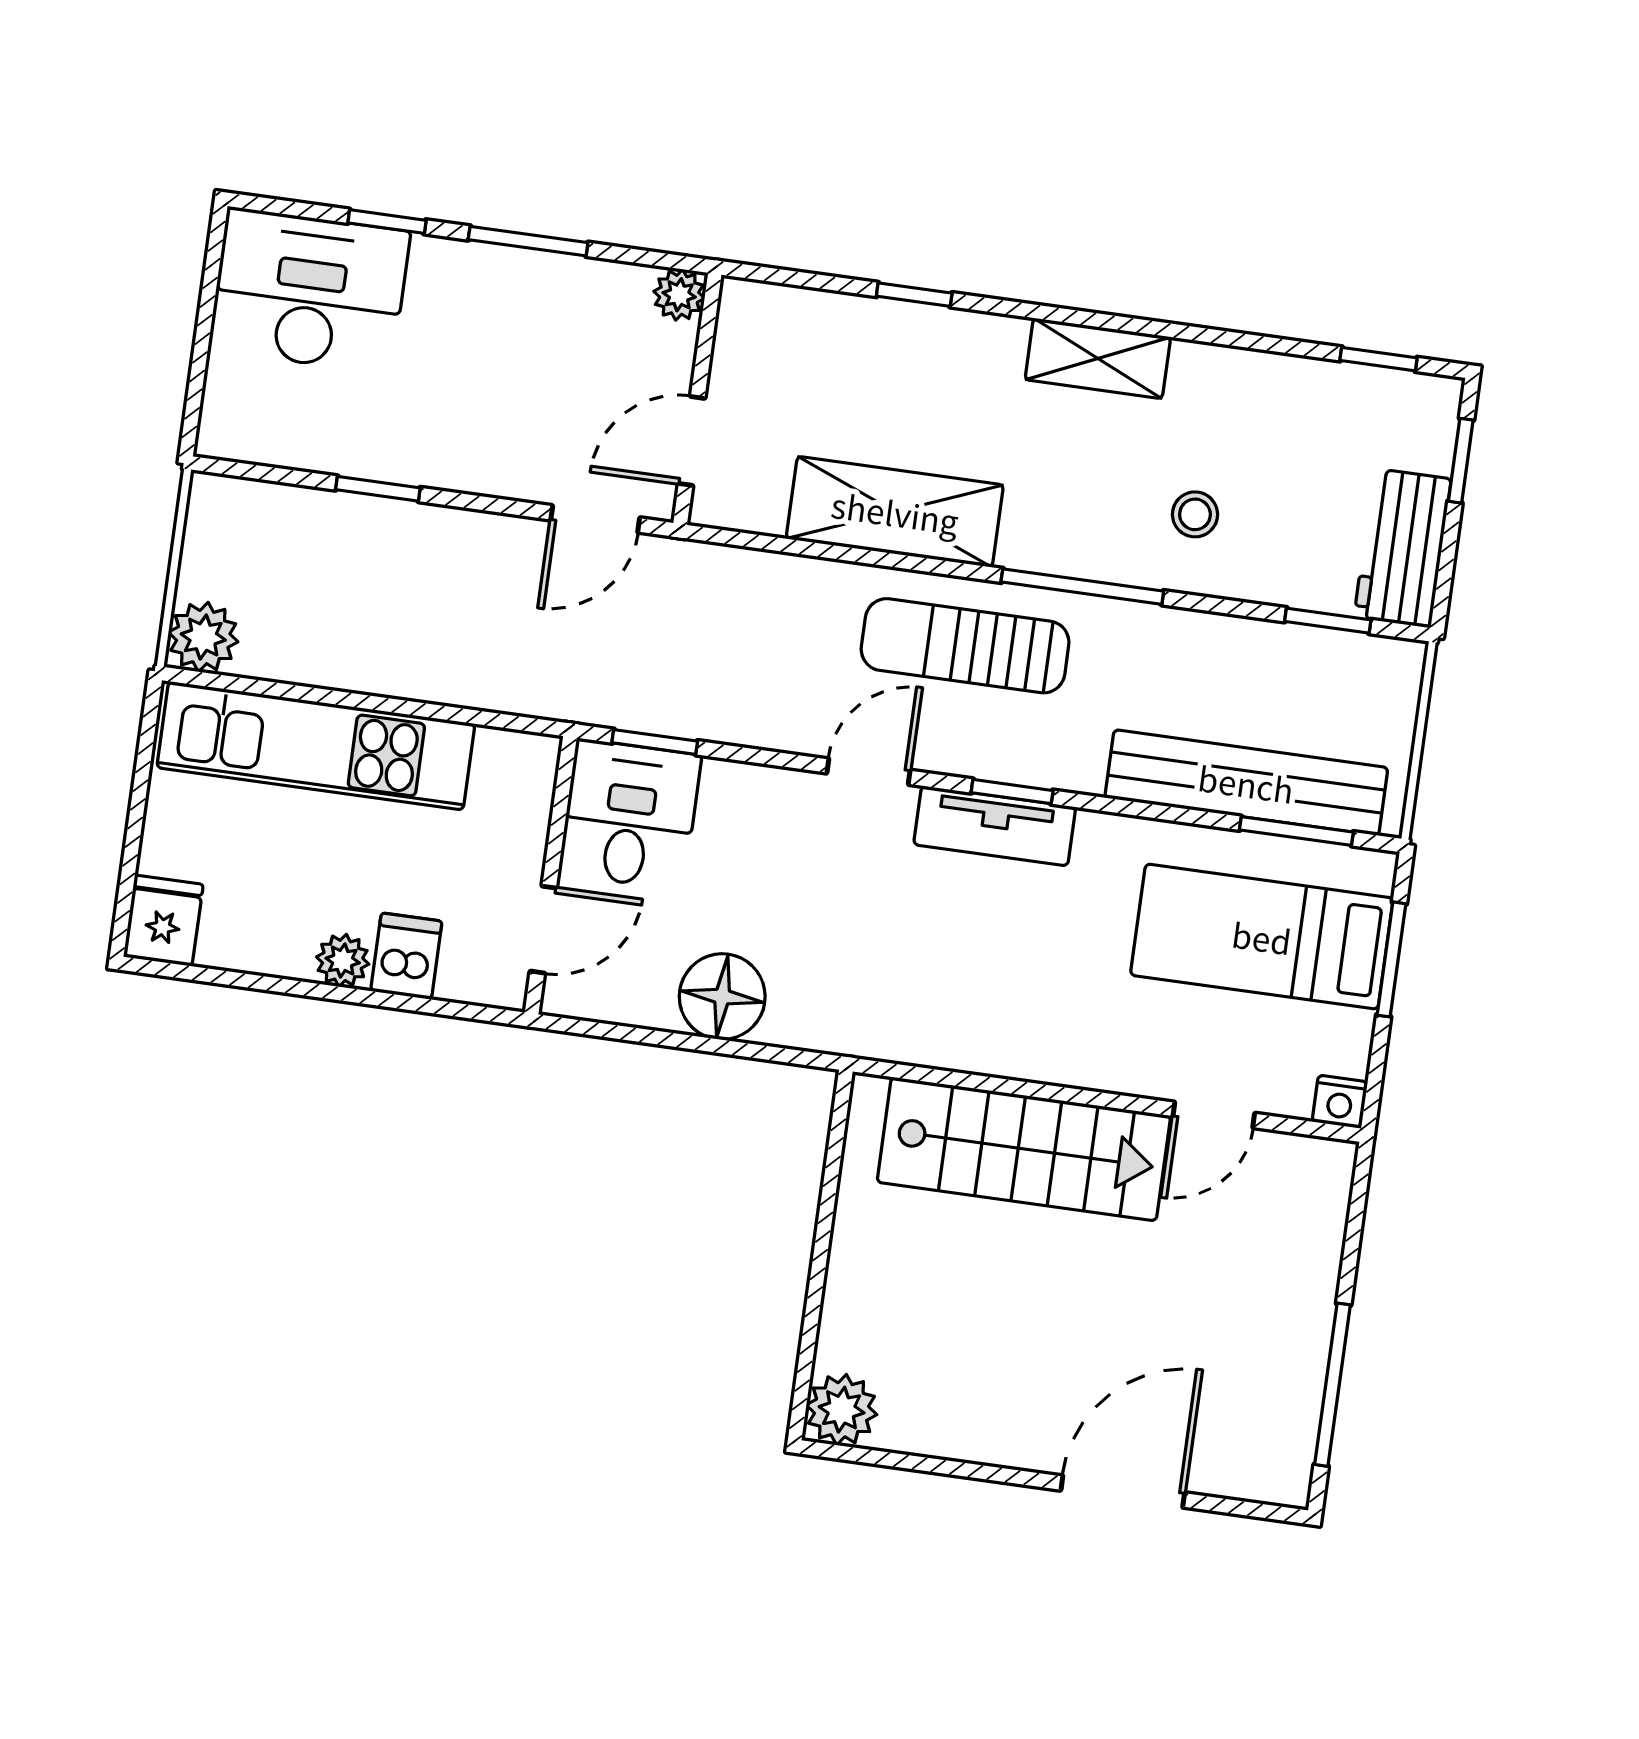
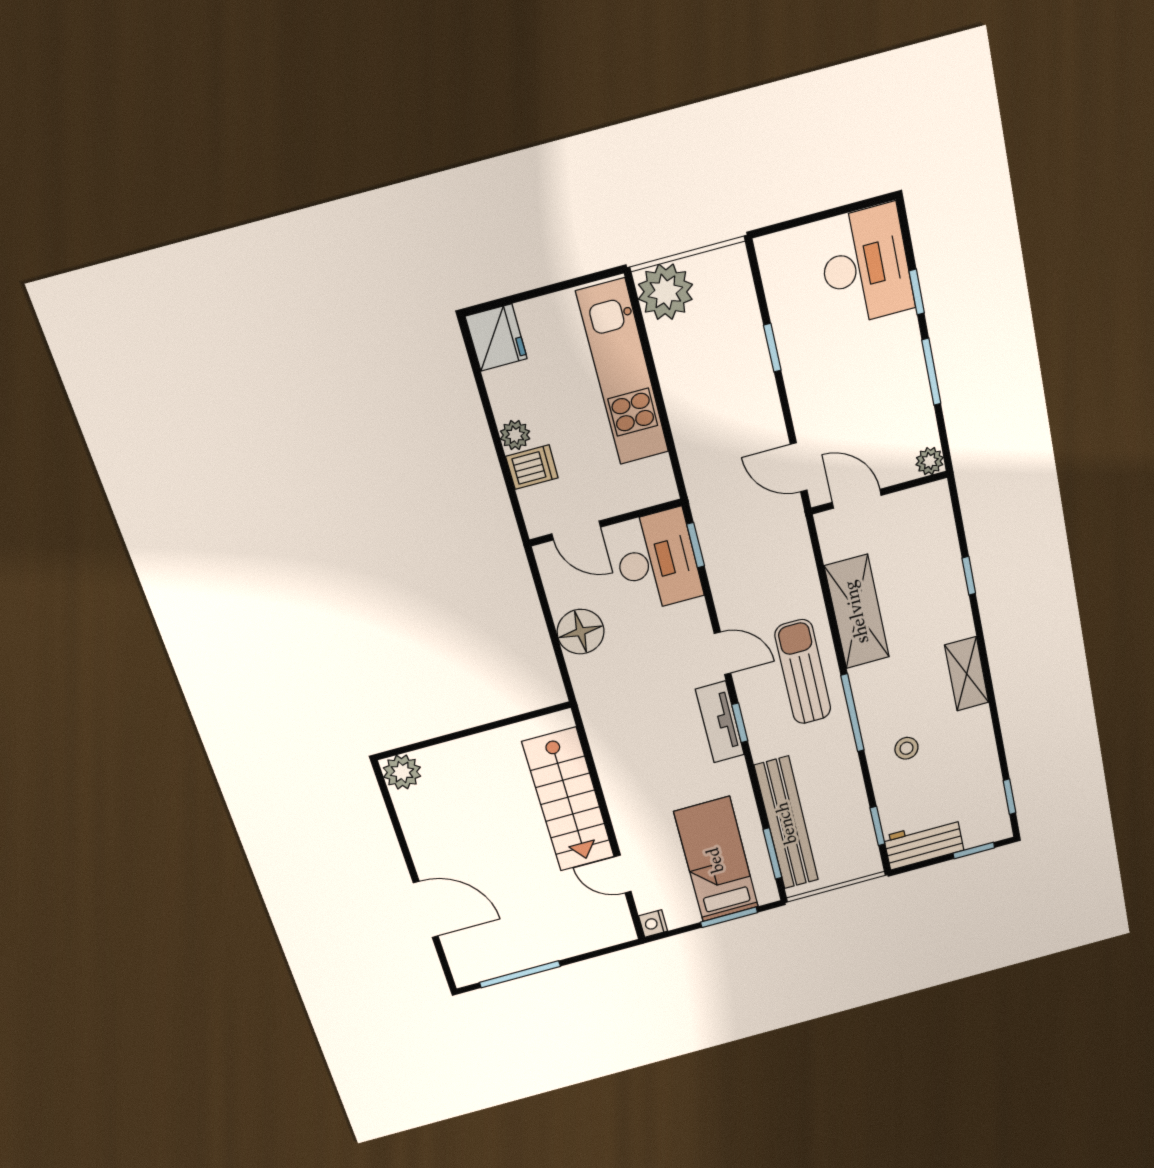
plant: (203, 637) -> (665, 292), width x1.36, depth x1.36
desk: (630, 814) -> (657, 561), width x1.37
fridge: (163, 921) -> (496, 338), width x1.38

